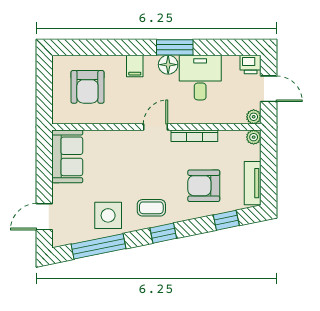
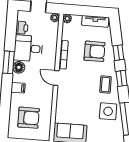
printer: (251, 64) -> (22, 28), moved
armchair: (204, 186) -> (95, 51), turned -90
window: (226, 220) -> (118, 53), moved

